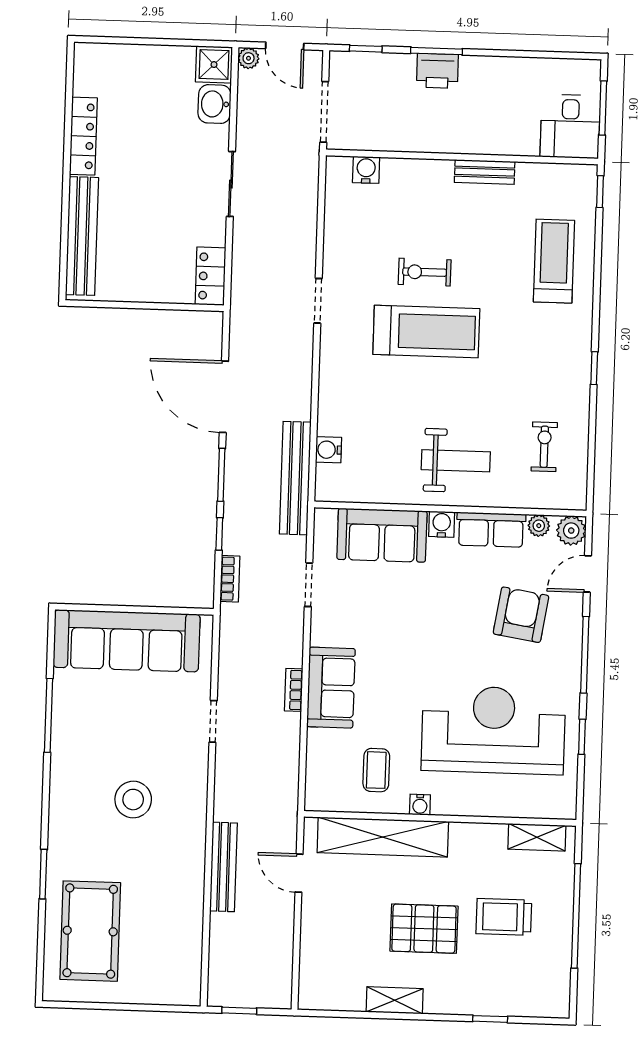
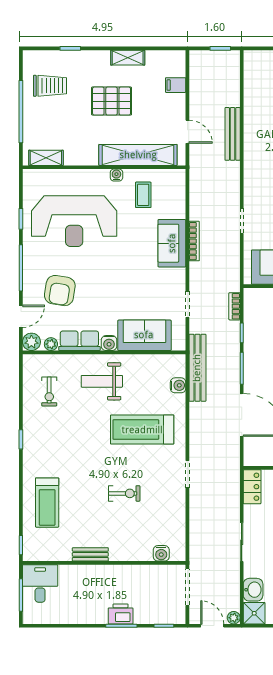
treadmill: (426, 331) -> (142, 430), moved
bookcase: (294, 690) -> (194, 241), width x1.56
trolley: (504, 917) -> (50, 86), moved
filing cabinet: (316, 952) -> (176, 85), added

